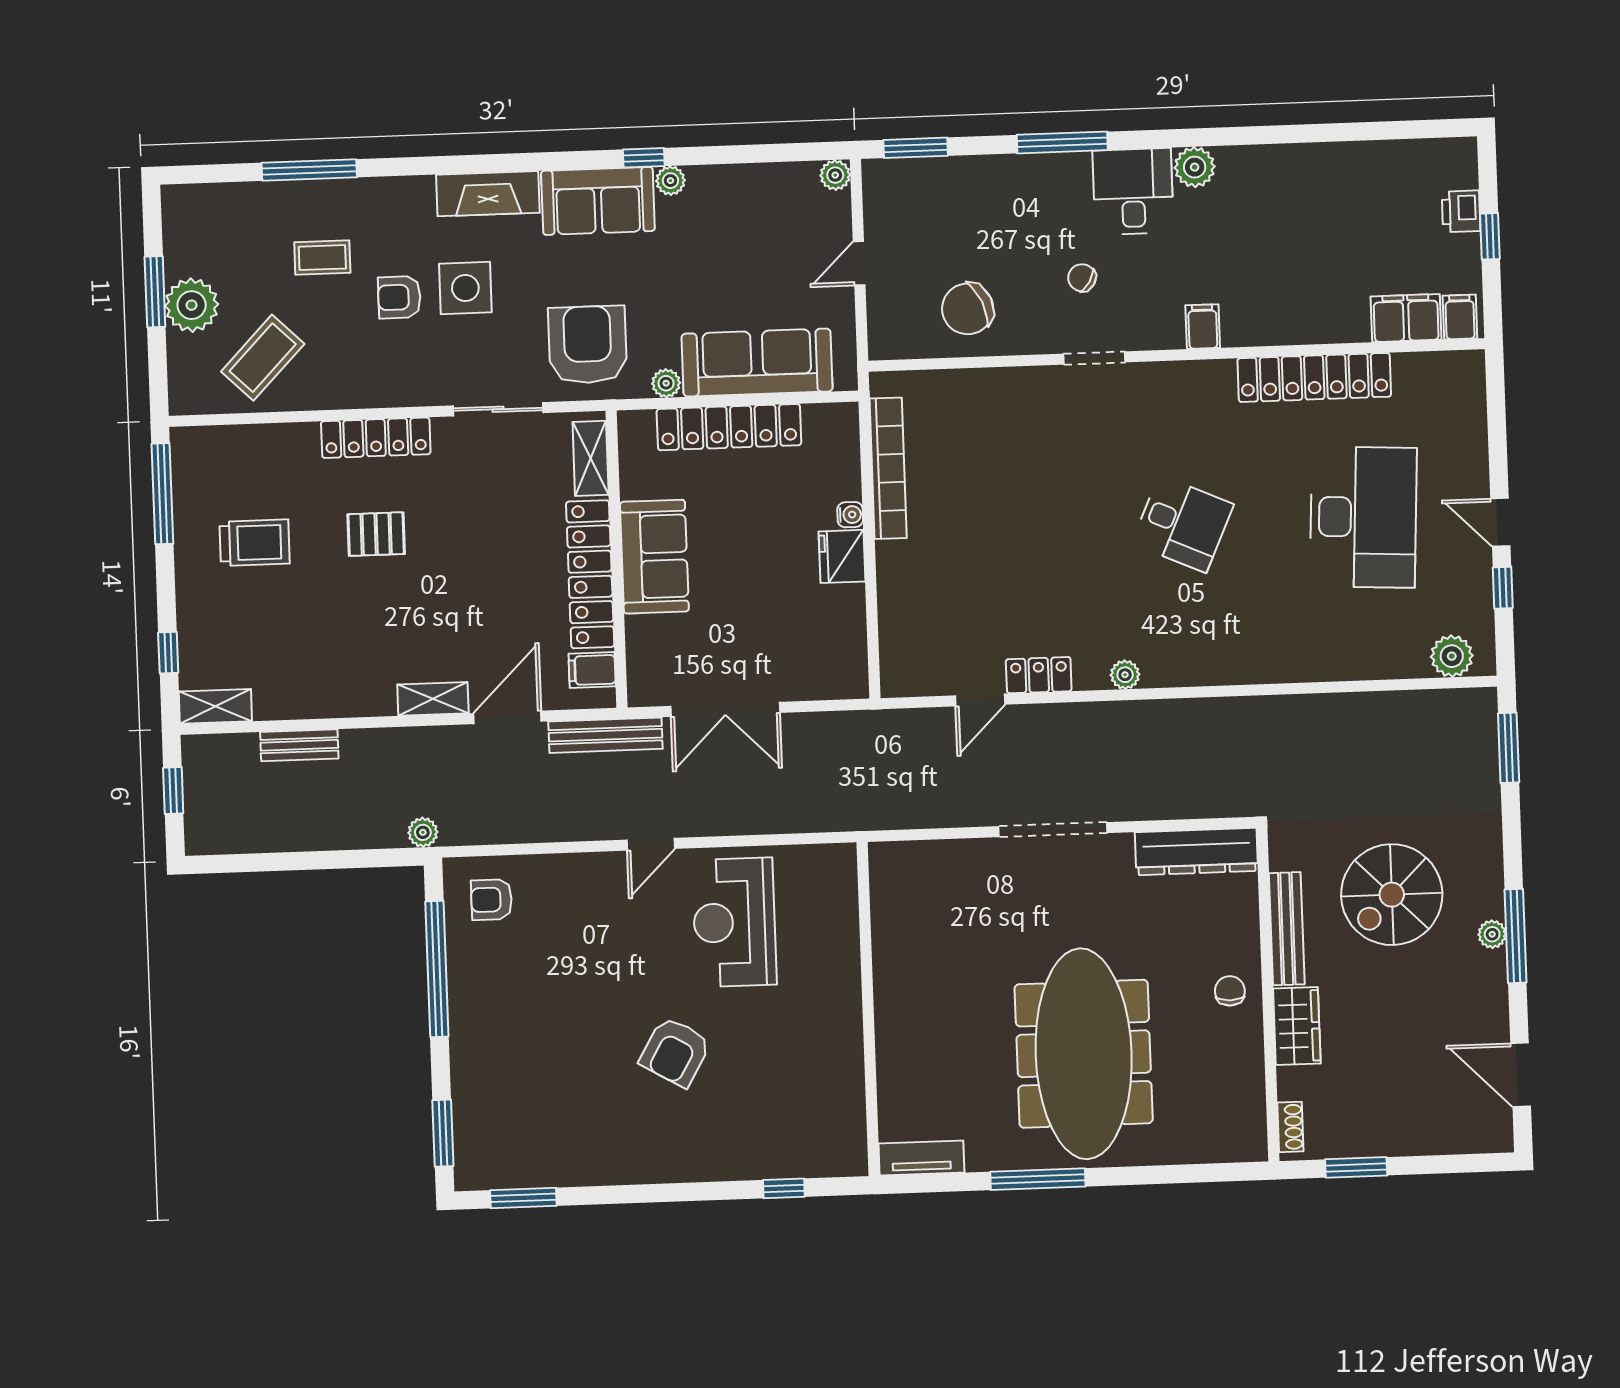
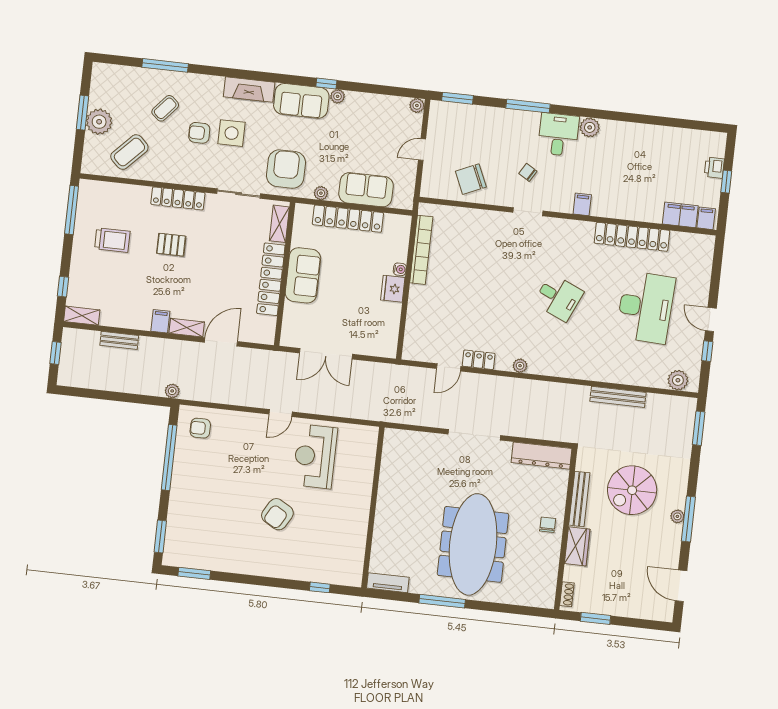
coffee table: (322, 258) -> (165, 108), turned -49
sofa: (757, 363) -> (366, 190), width x0.73
filing cabinet: (592, 670) -> (160, 321), moved, turned 90
bench: (605, 735) -> (618, 397), moved

